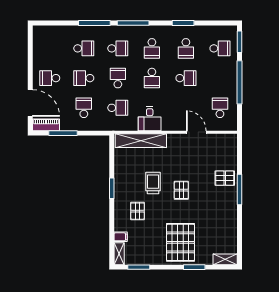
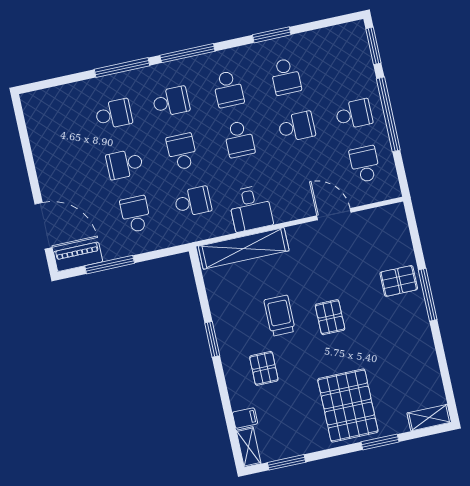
school desk: (220, 48) -> (354, 114), moved
school desk: (50, 78) -> (67, 177), removed

